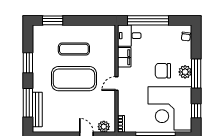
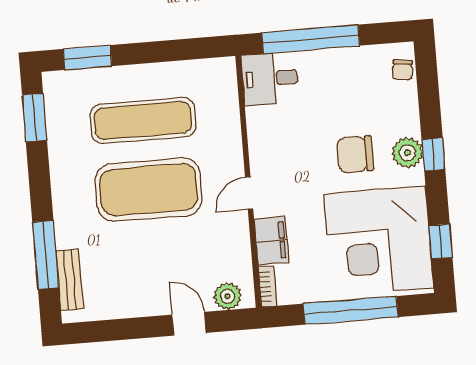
exercise mat: (74, 49) -> (143, 120), width x1.36, depth x1.45
filing cabinet: (124, 57) -> (271, 241), moved
window: (28, 63) -> (34, 118), moved
window: (196, 74) -> (433, 154), width x0.46
bench: (37, 109) -> (70, 280), width x0.73

